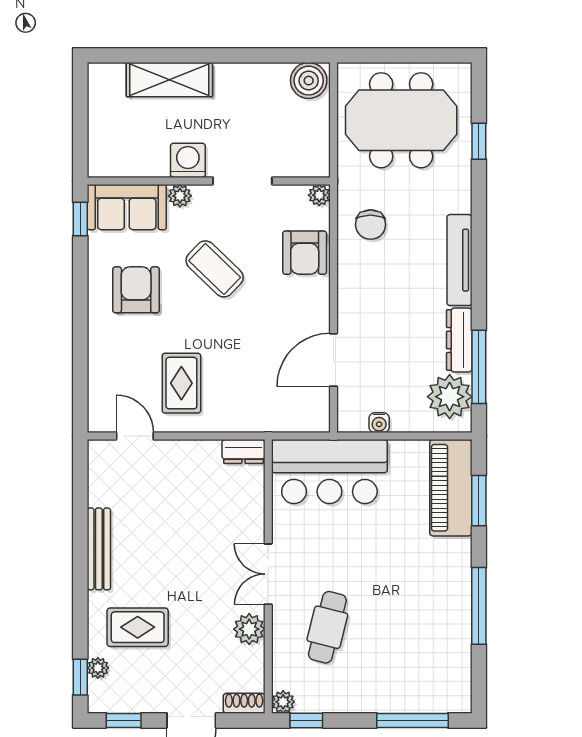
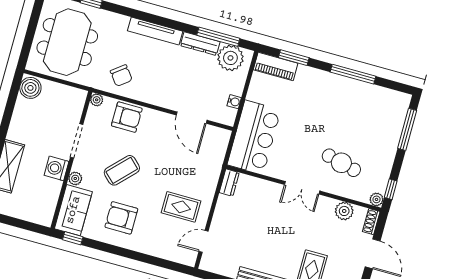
chair: (371, 225) -> (121, 76), turned 52
piano: (451, 488) -> (276, 67), width x0.73, depth x0.75
plant: (249, 629) -> (344, 211), moved

